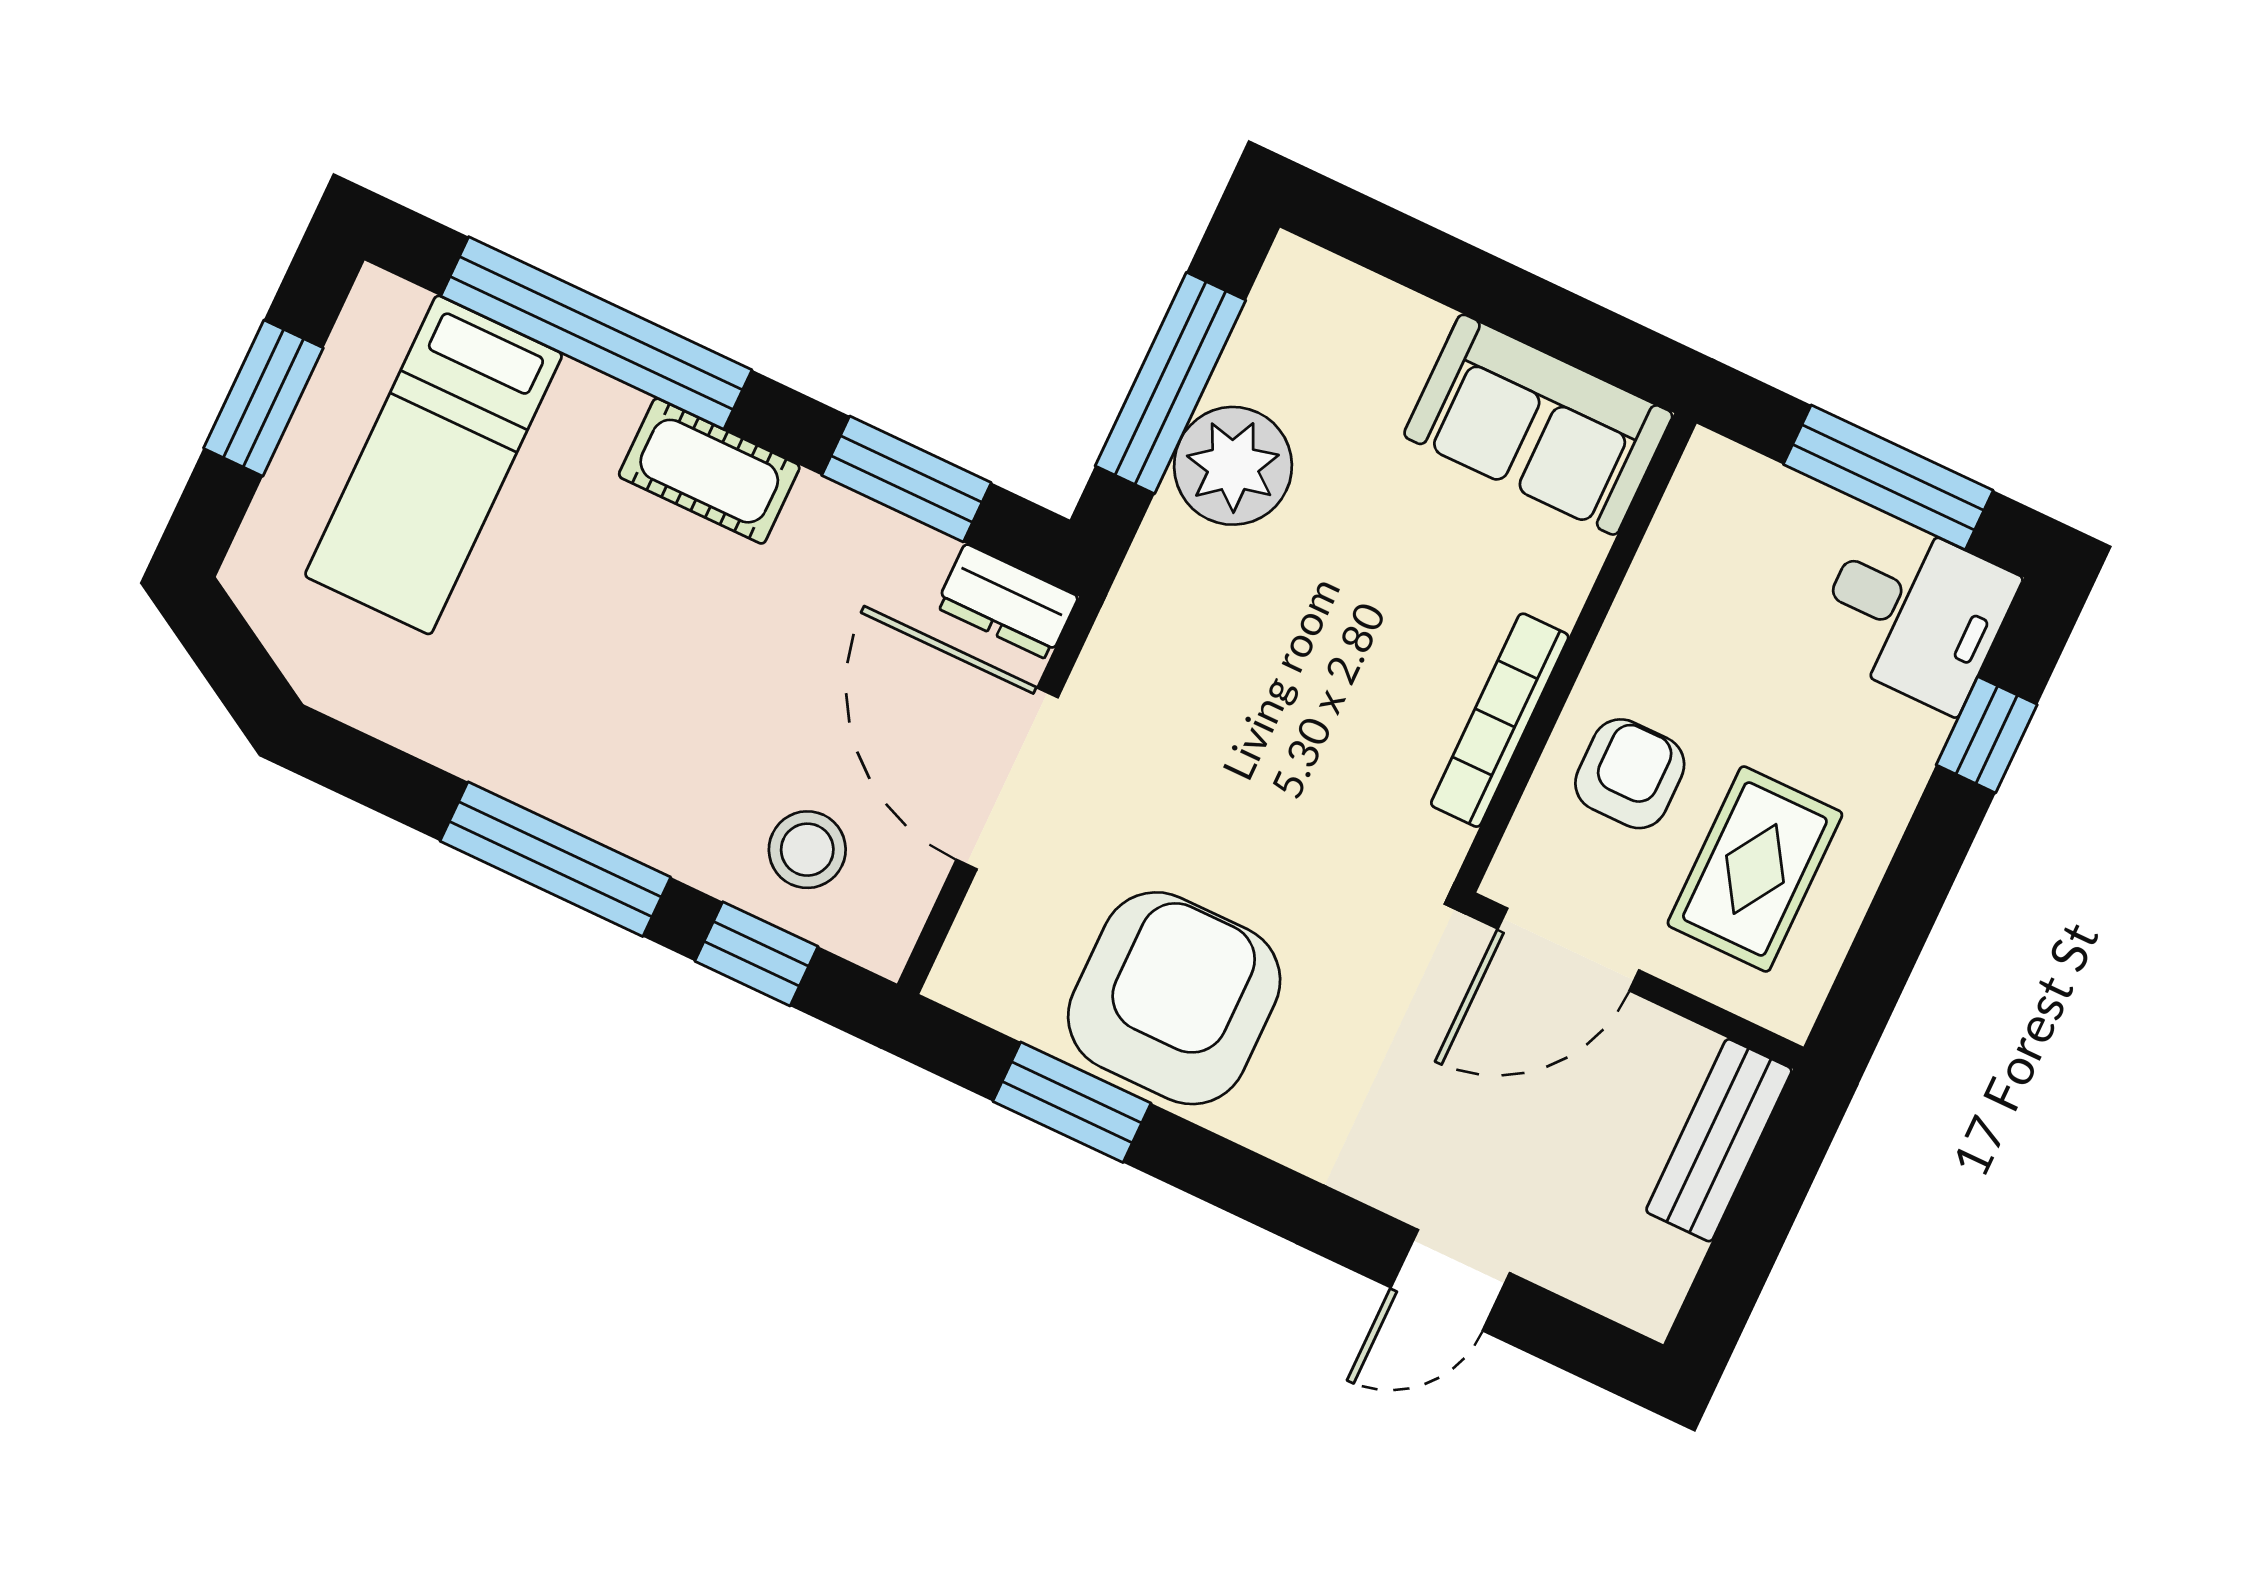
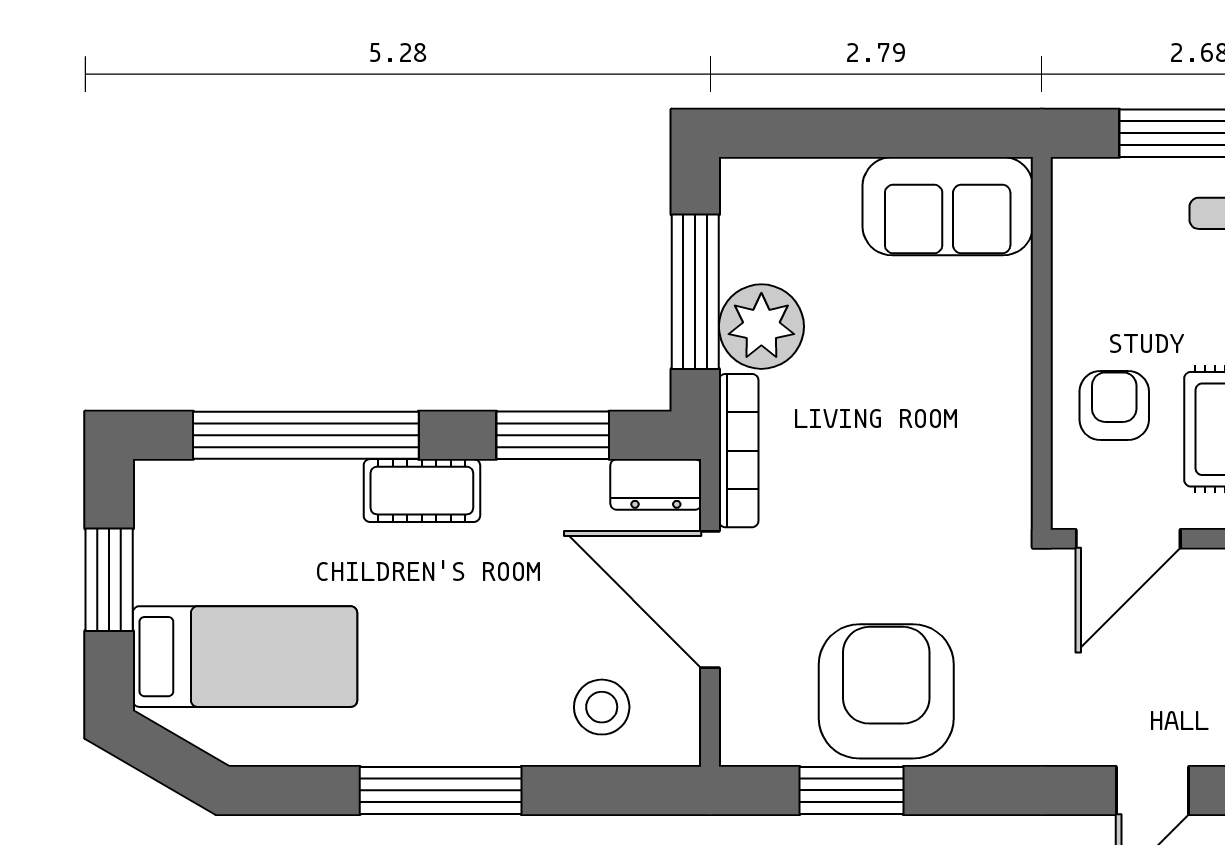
bed: (434, 465) -> (245, 657), moved, turned -90
bookcase: (1500, 720) -> (739, 451), moved, turned 180
window: (756, 954) -> (601, 790), removed

